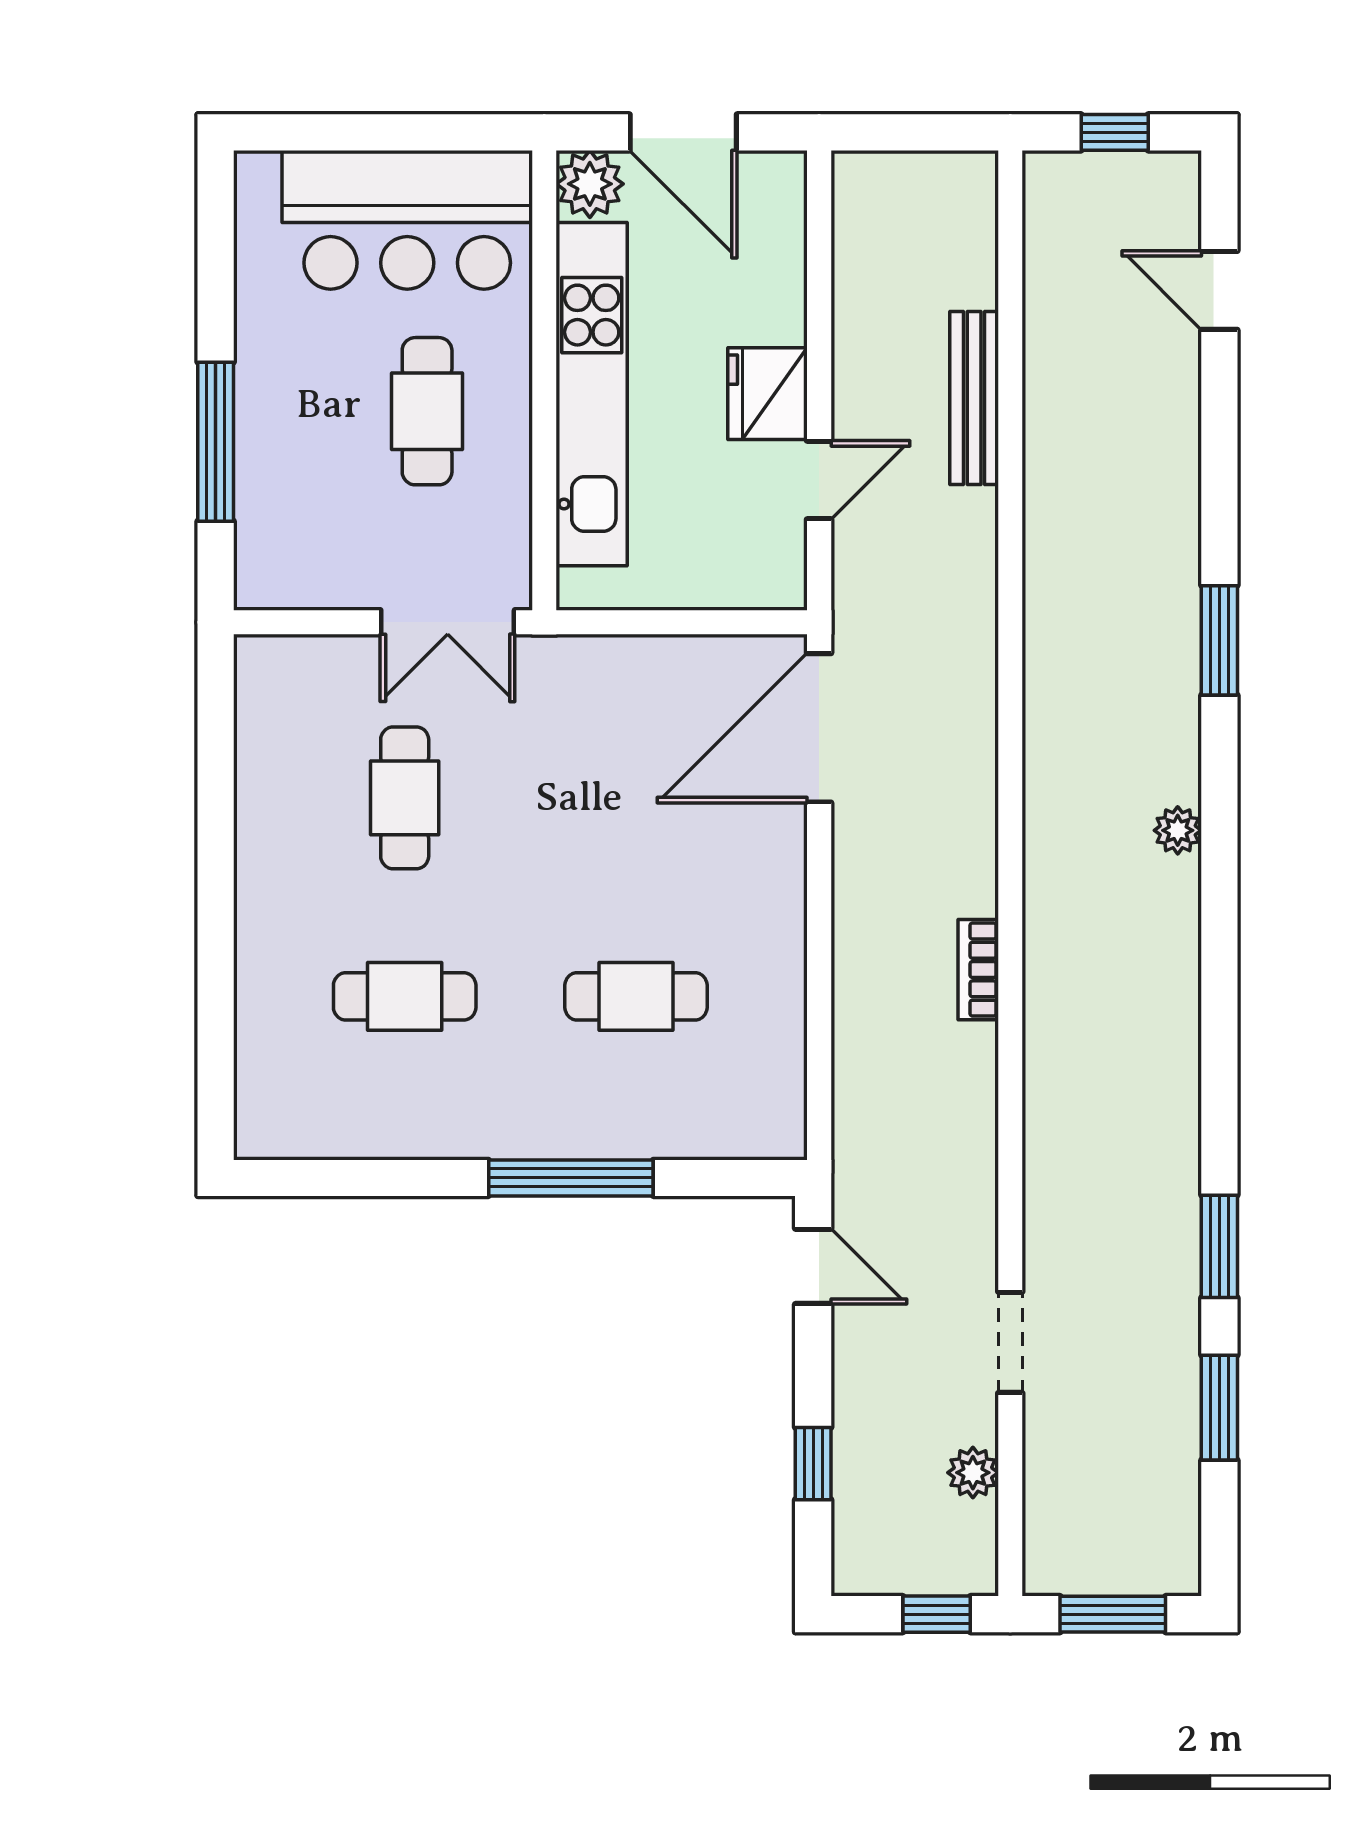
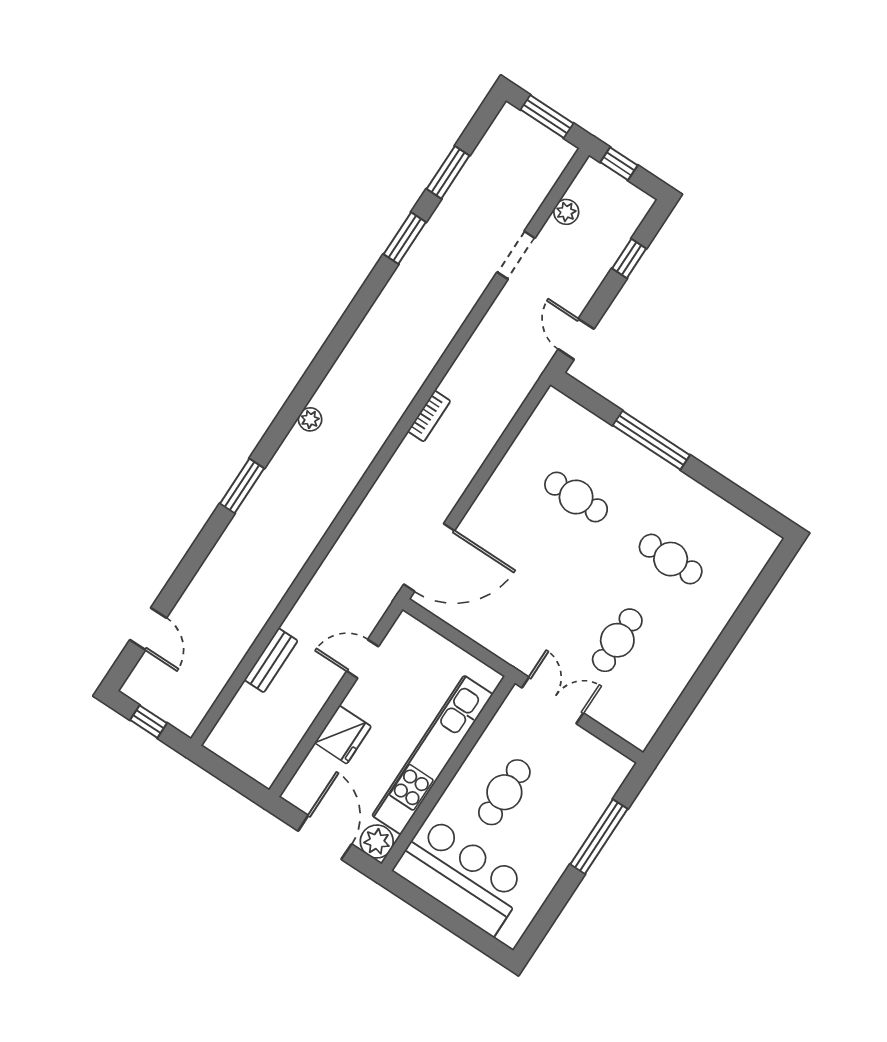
fridge: (768, 394) -> (343, 735), moved
bench: (974, 398) -> (271, 660), width x0.73

